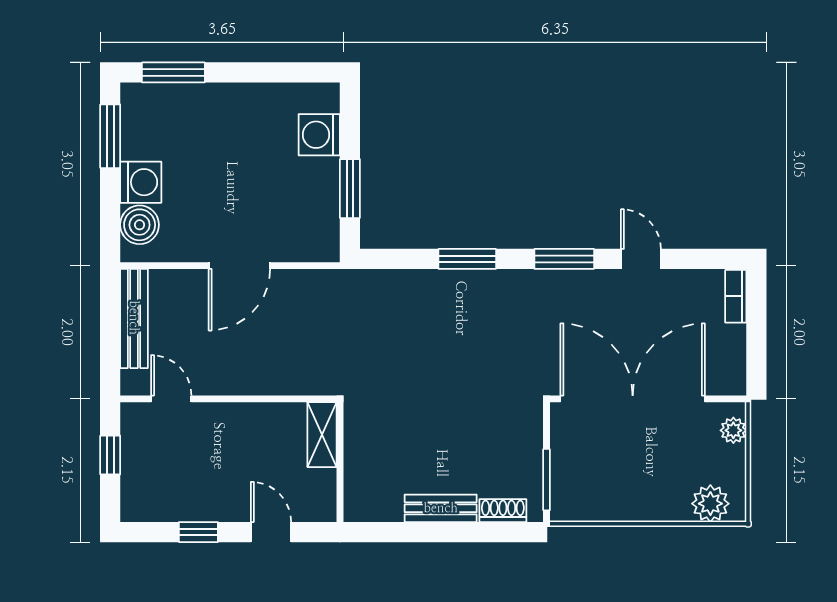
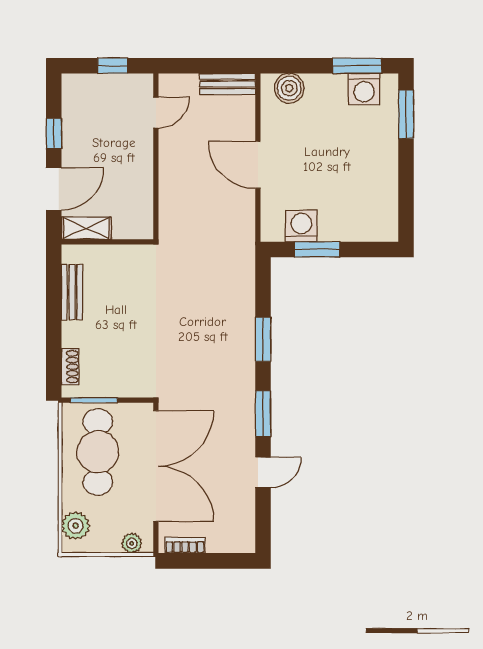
washing machine: (319, 135) -> (301, 226), moved
washing machine: (141, 182) -> (364, 89), moved
bookcase: (736, 296) -> (185, 545), moved
bench: (134, 318) -> (228, 84), width x0.73
shelving: (322, 435) -> (86, 228), moved
cafe table: (614, 475) -> (98, 452), added
bench: (441, 508) -> (72, 292), moved
door: (271, 532) -> (54, 189), width x1.38

